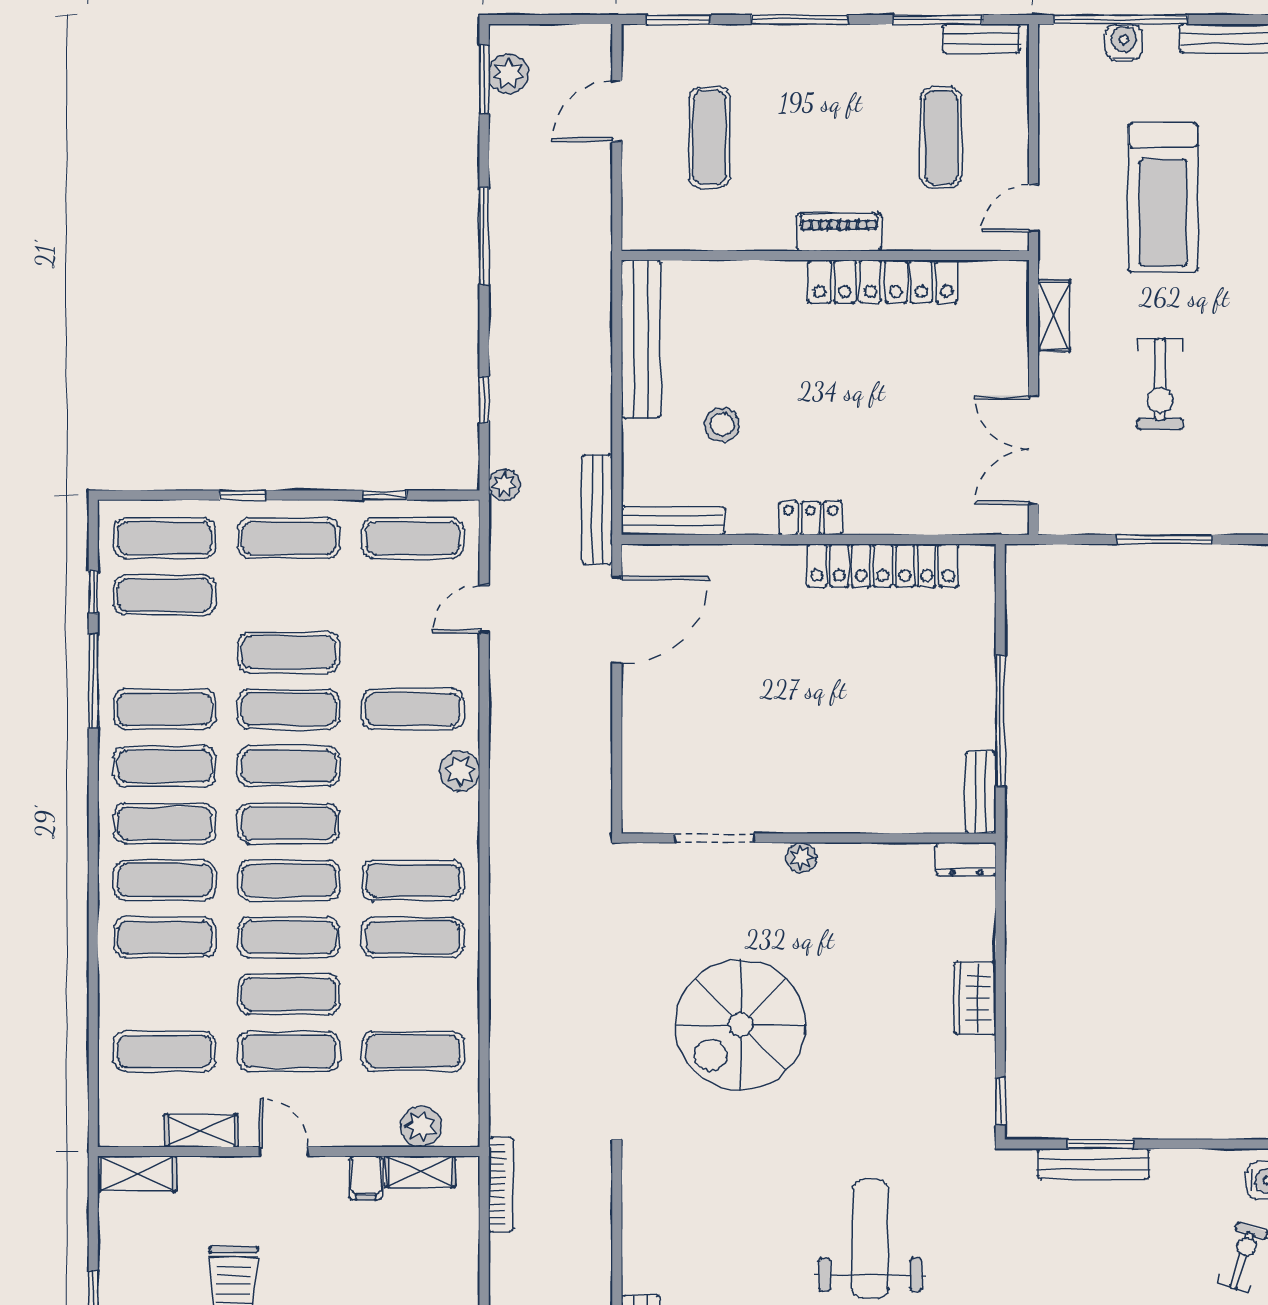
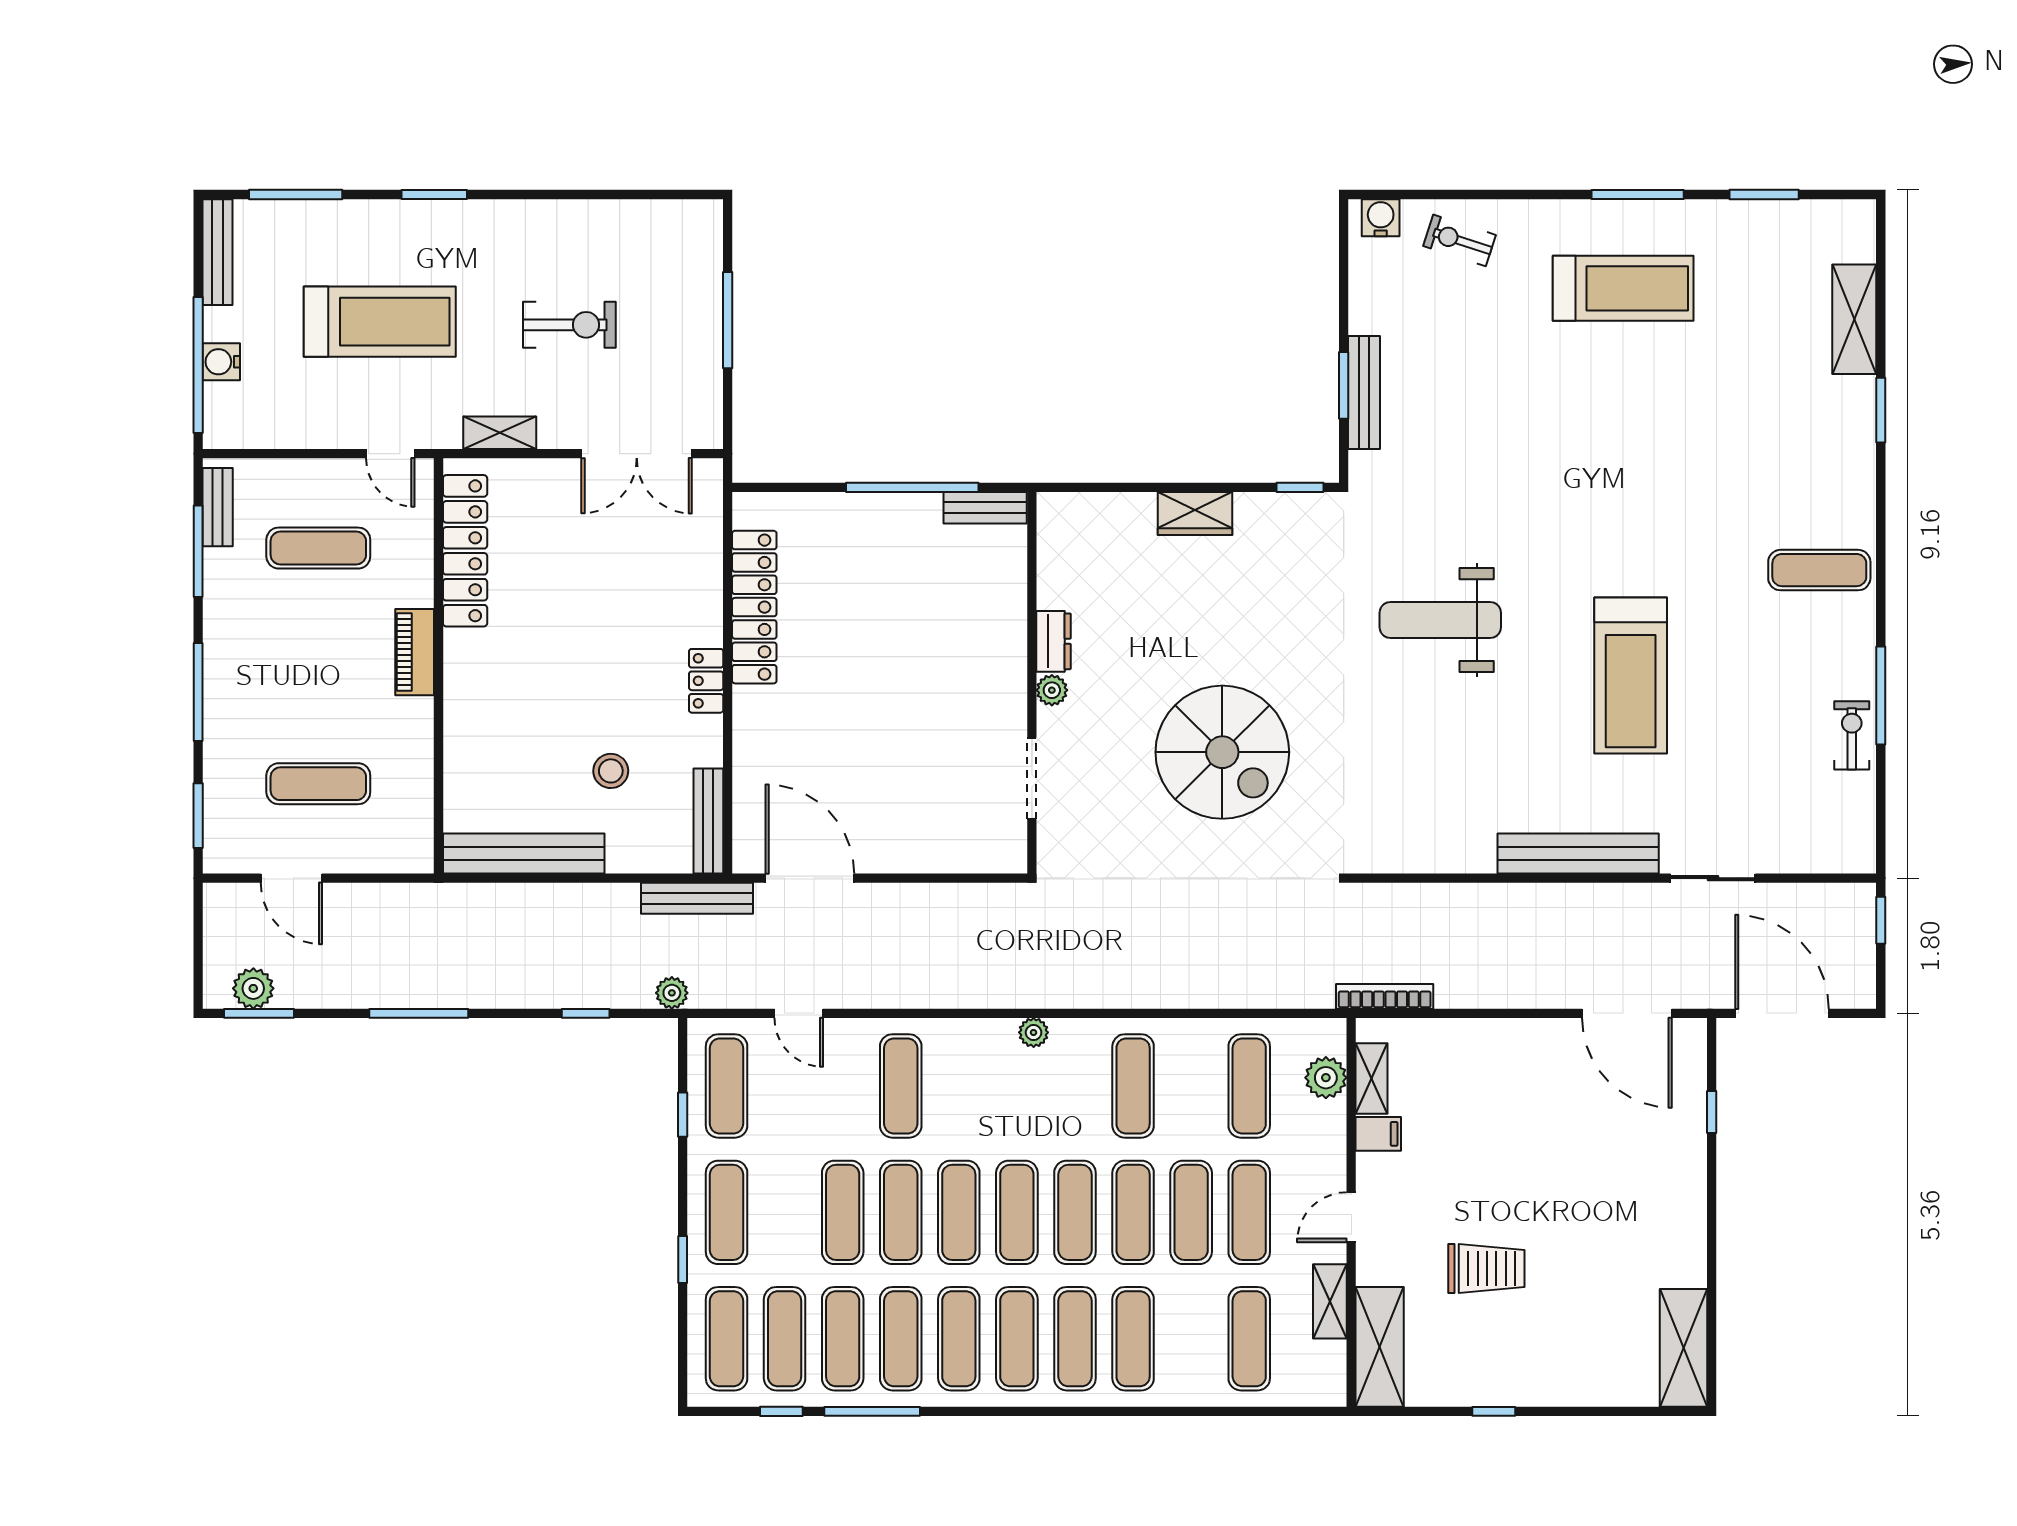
locker: (883, 282) -> (465, 551), moved
plant: (460, 771) -> (1034, 1032), moved, width x0.73, depth x0.73
dresser: (966, 859) -> (1054, 641), moved
exercise mat: (413, 880) -> (843, 1339), moved
shelving: (137, 1174) -> (1380, 1347), width x1.50, depth x1.33

